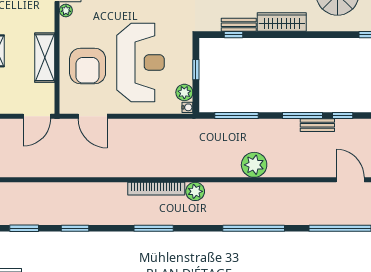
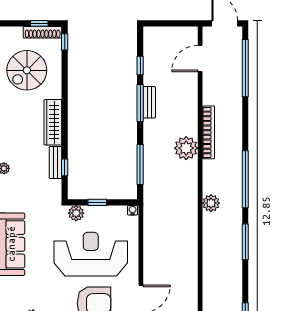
plant: (184, 92) -> (76, 213), moved
bench: (317, 125) -> (149, 102), moved
bookcase: (156, 189) -> (208, 132), moved
window: (254, 228) -> (245, 179), moved

